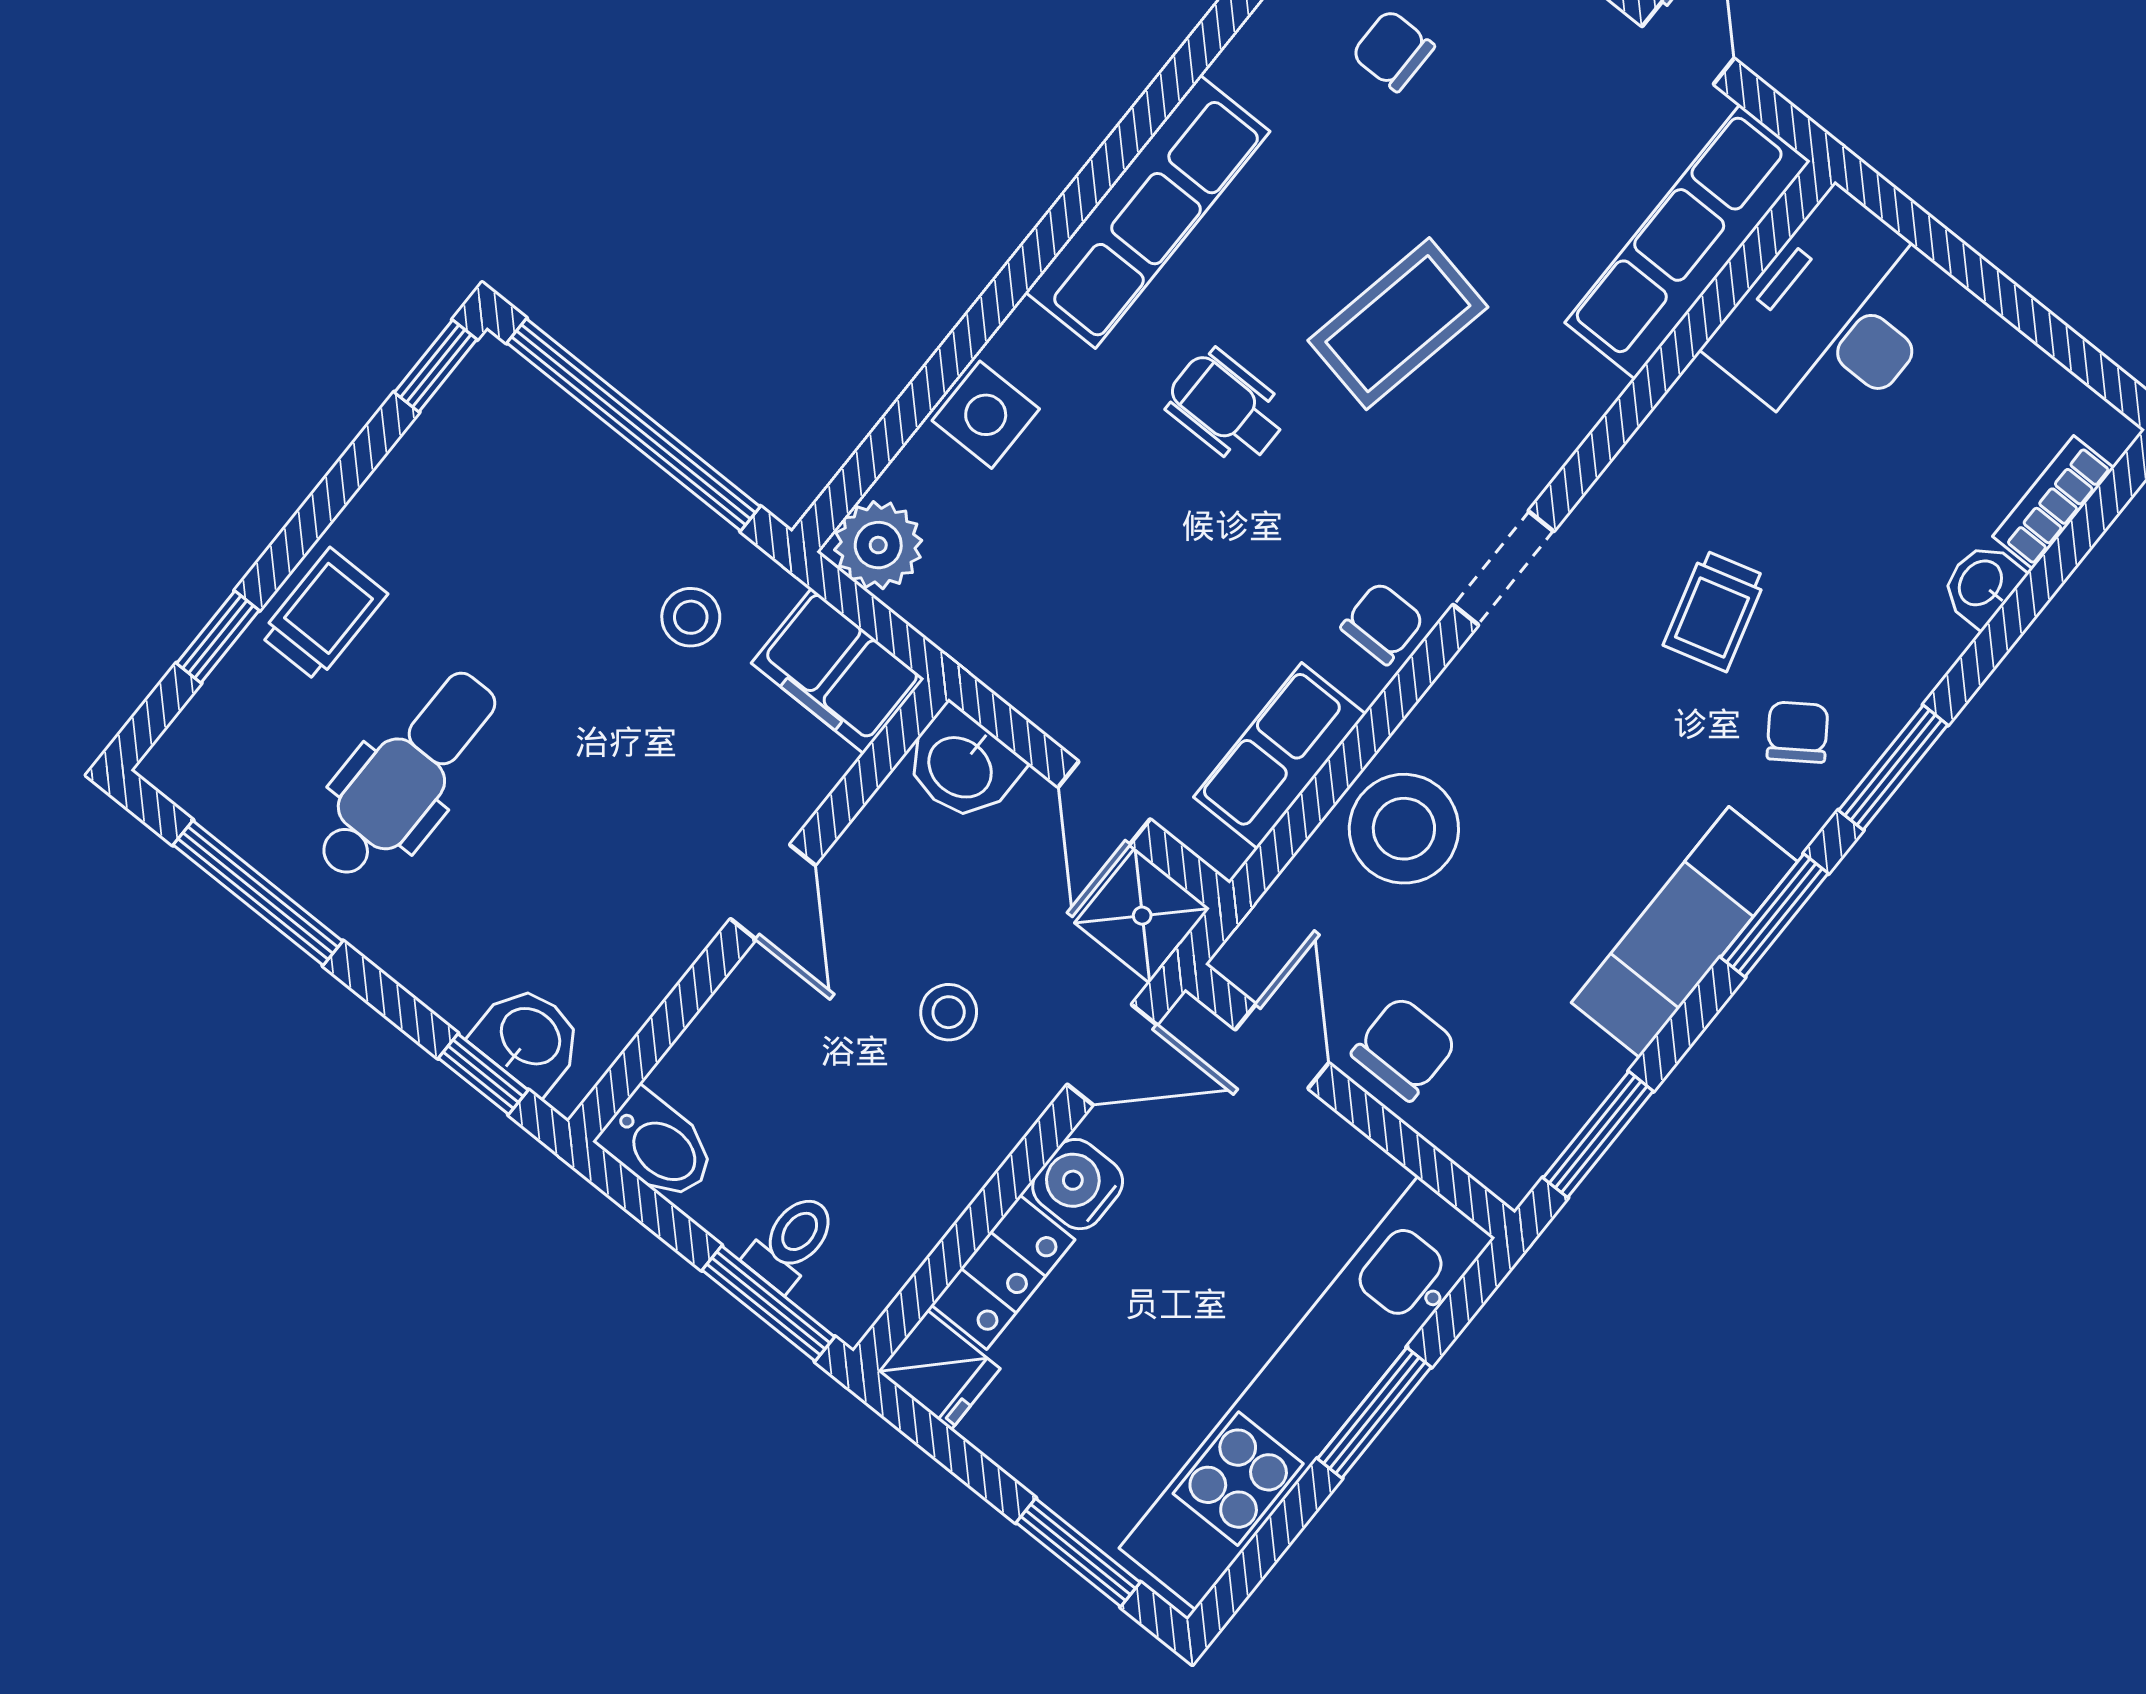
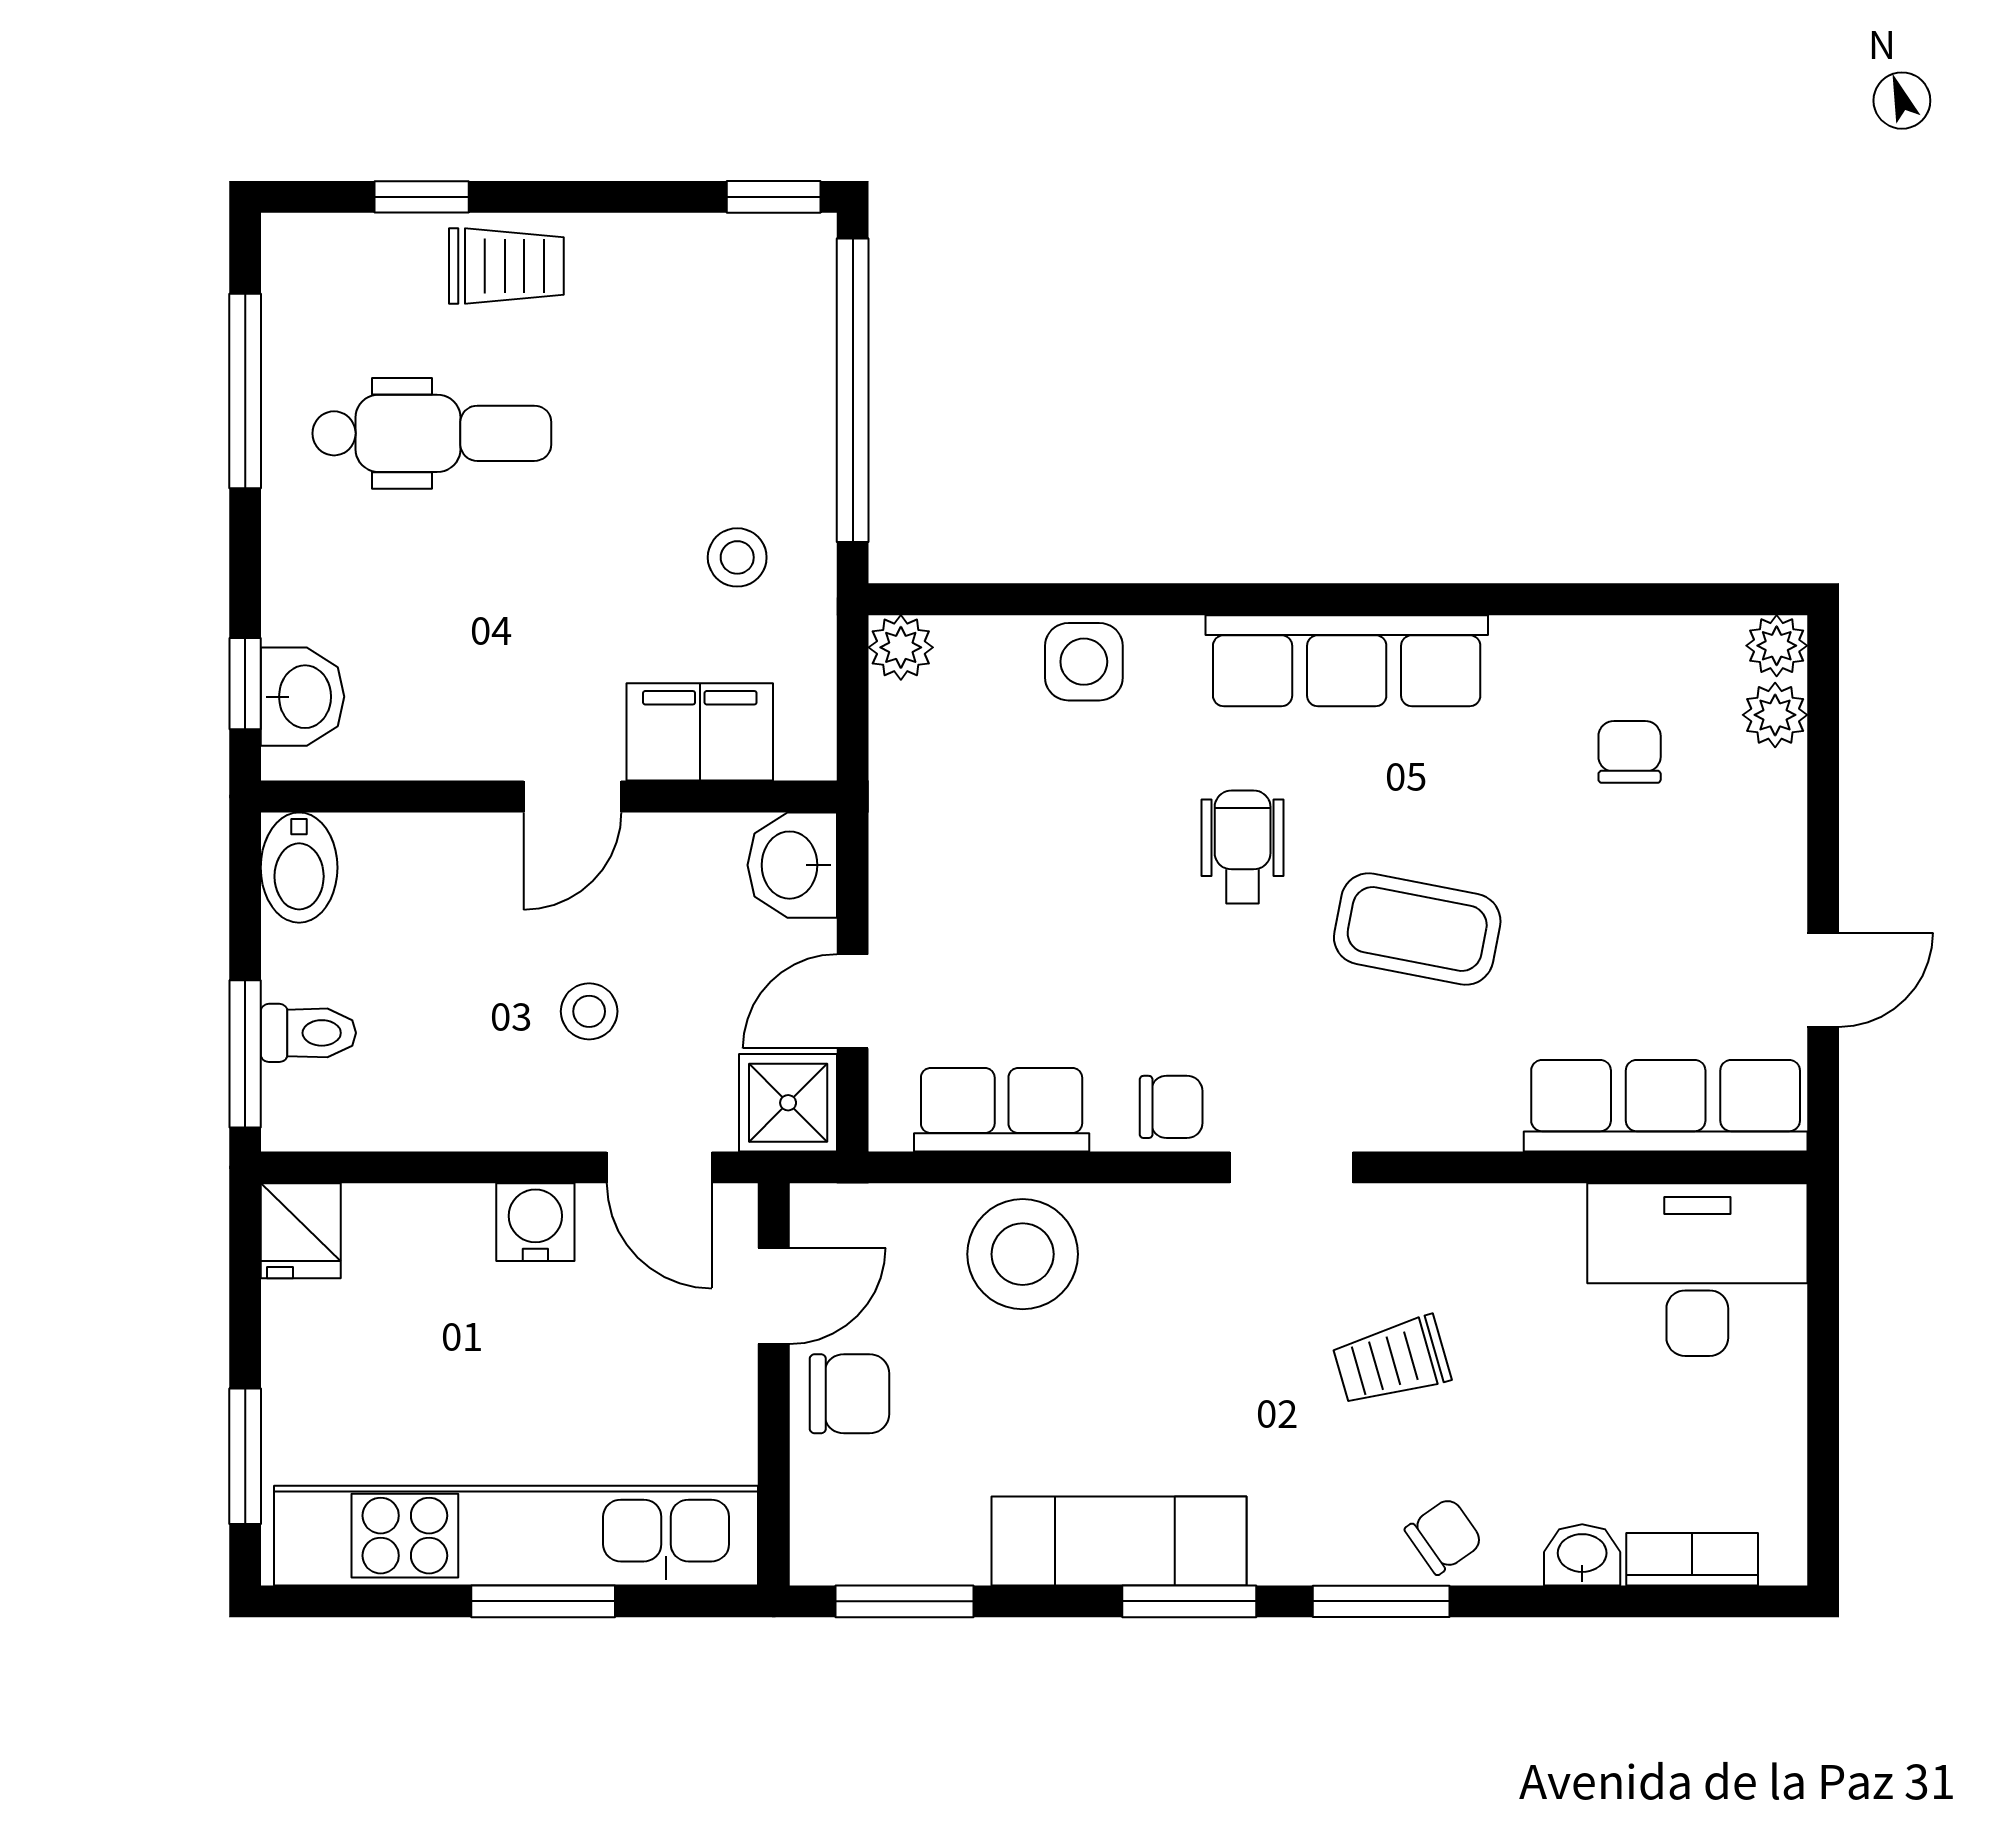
plant: (878, 545) -> (901, 647), width x0.73, depth x0.73
filing cabinet: (838, 671) -> (700, 732), moved, turned 90
chair: (1797, 732) -> (1444, 1536), moved
locker: (1003, 1272) -> (419, 1219), removed

